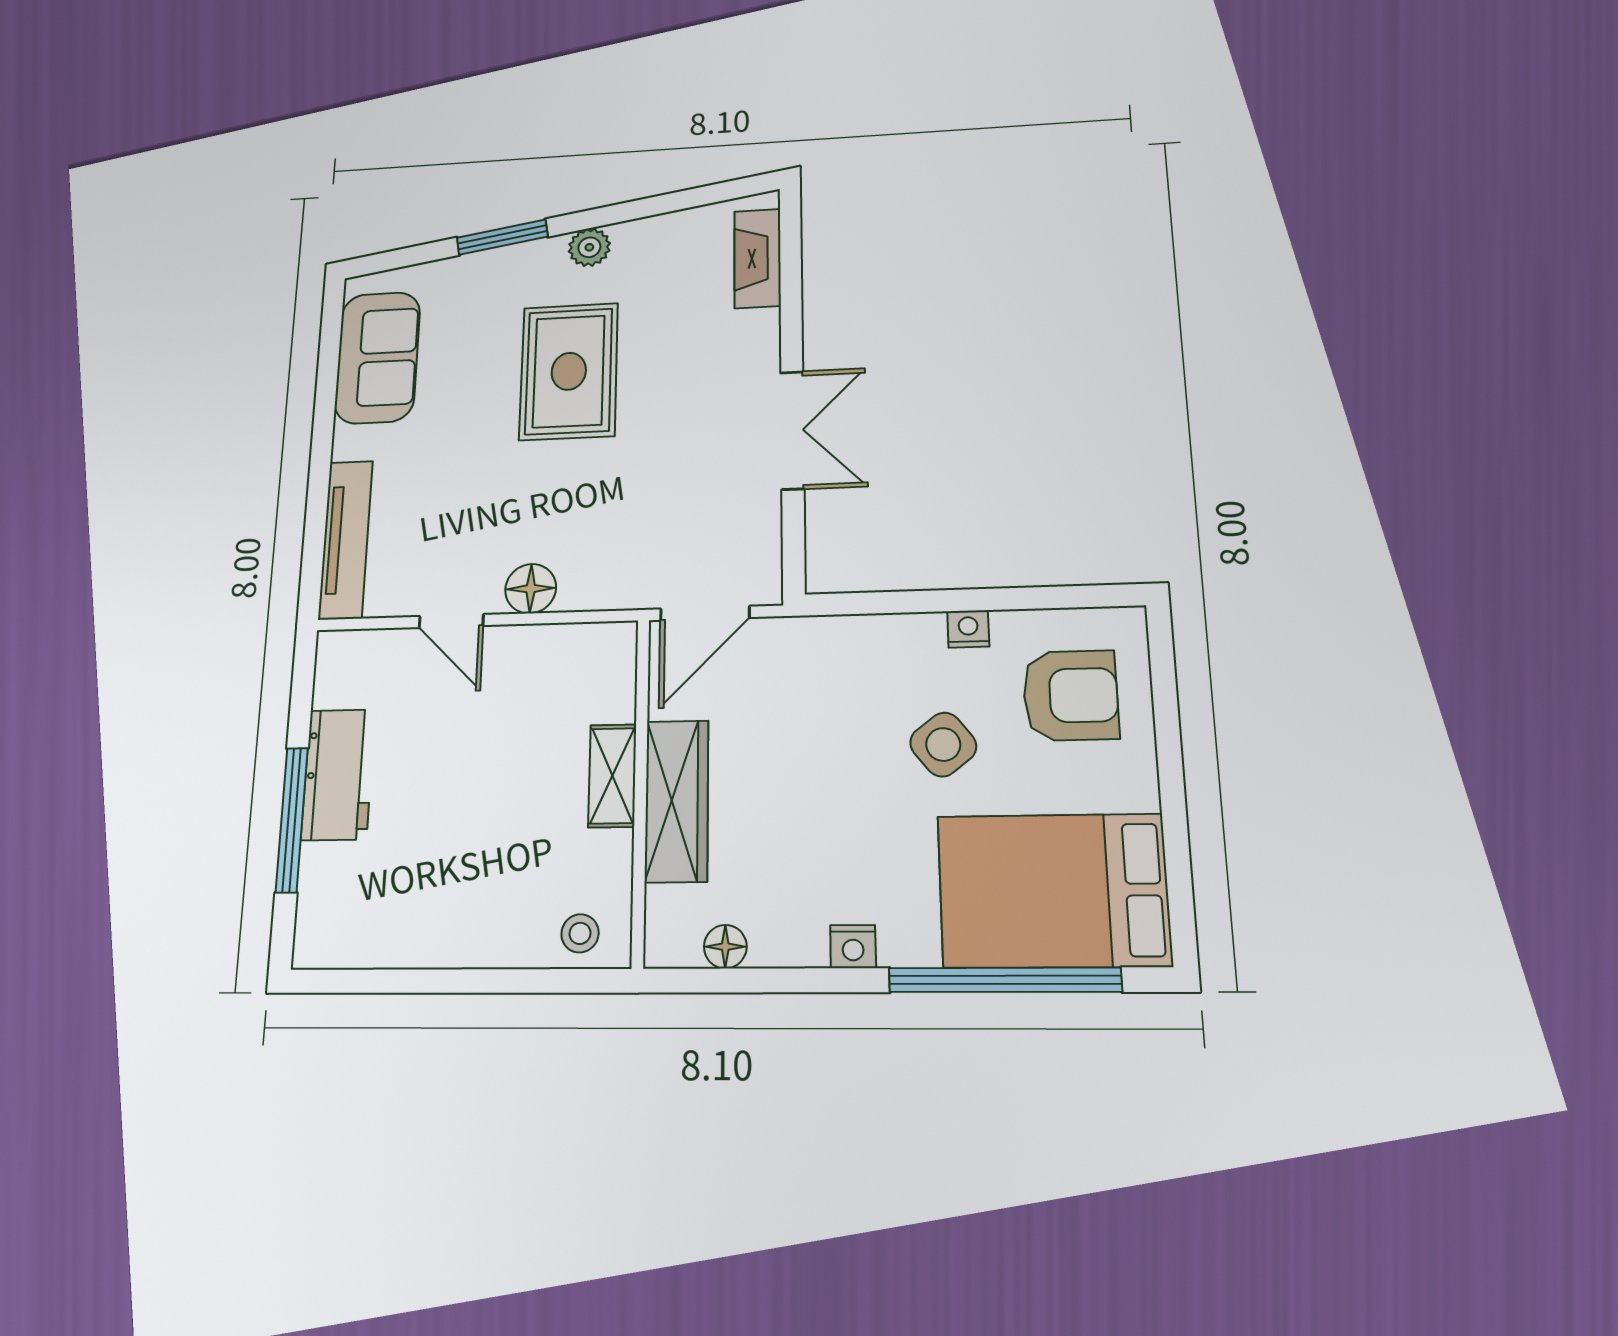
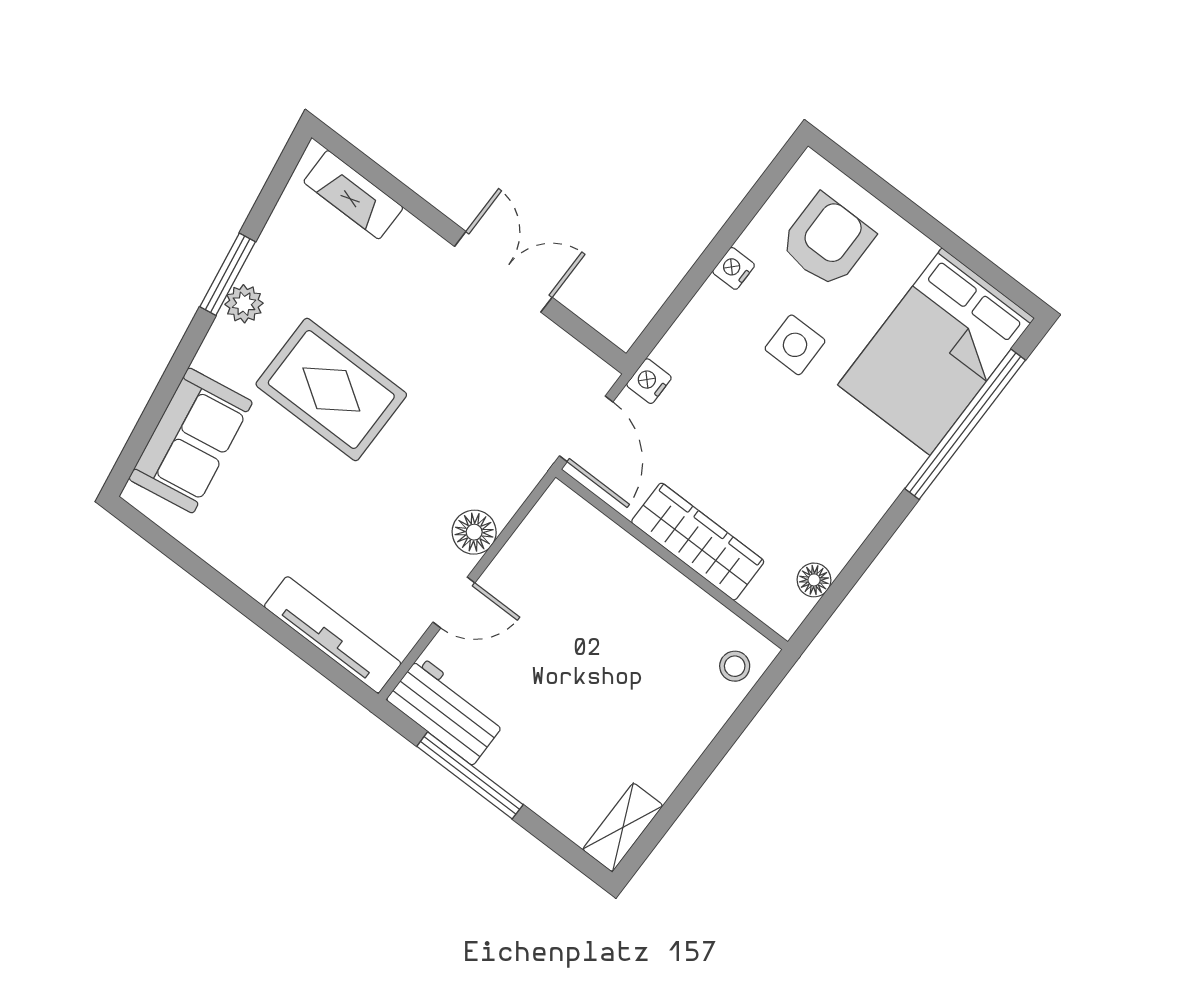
window: (502, 237) -> (228, 274), moved
sofa: (377, 357) -> (191, 440), moved, turned 81
side table: (943, 744) -> (795, 345), turned 38
workbench: (338, 774) -> (446, 710), moved
shelving: (612, 776) -> (623, 827), moved, turned 90
window: (292, 820) -> (470, 775), moved
nightstand: (853, 947) -> (649, 381), moved, turned 180

